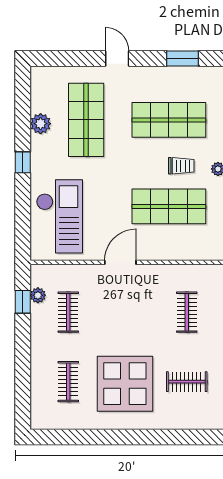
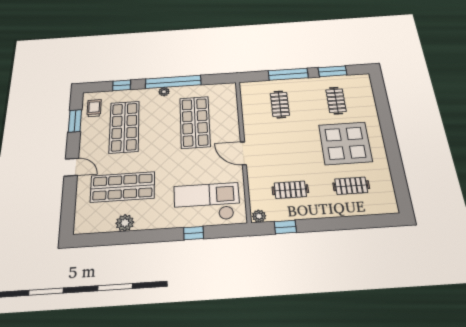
door: (117, 58) -> (71, 167), swing flipped
window: (23, 162) -> (194, 233), moved
trolley: (181, 166) -> (94, 108), moved
plant: (38, 295) -> (259, 216), moved
clothes rail: (187, 312) -> (280, 104), turned 90

